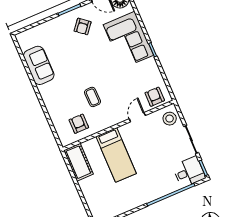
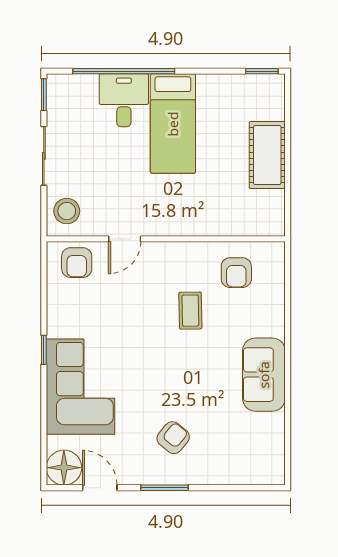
armchair: (83, 26) -> (173, 438), moved
sofa: (39, 65) -> (264, 375), moved
bed: (116, 155) -> (173, 124), moved, turned 180
cot: (78, 162) -> (267, 155), moved
desk: (189, 172) -> (124, 100), moved, turned 90

